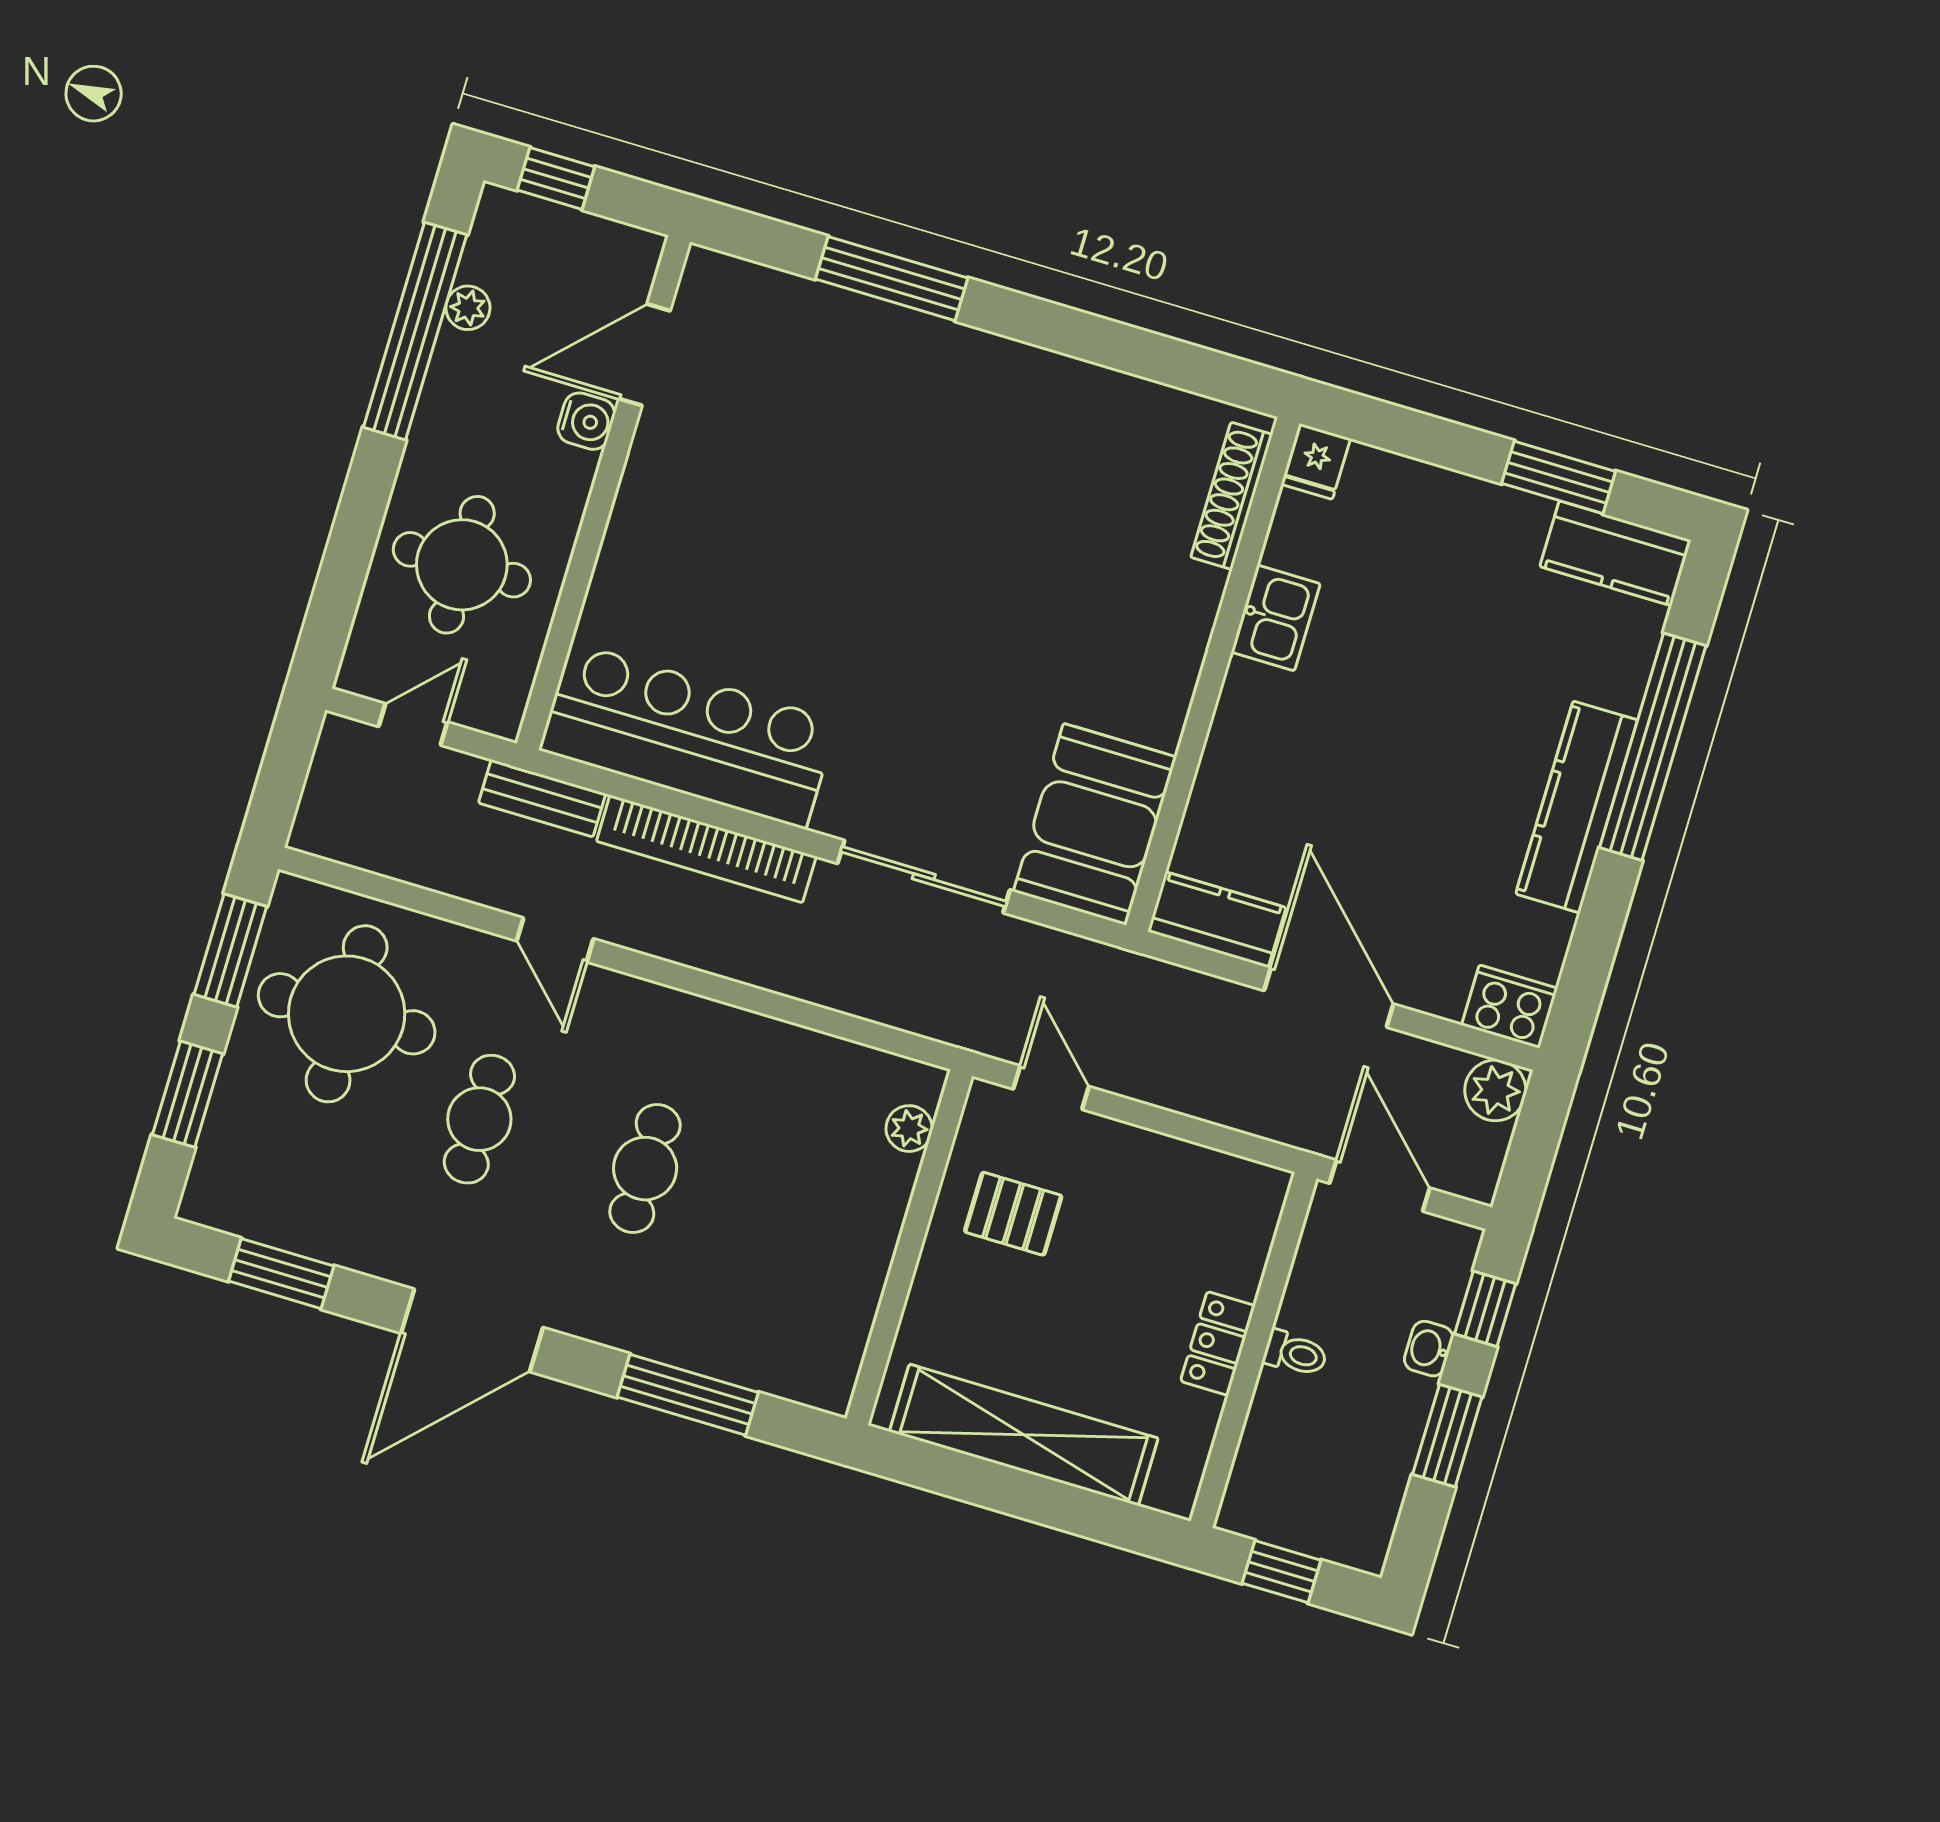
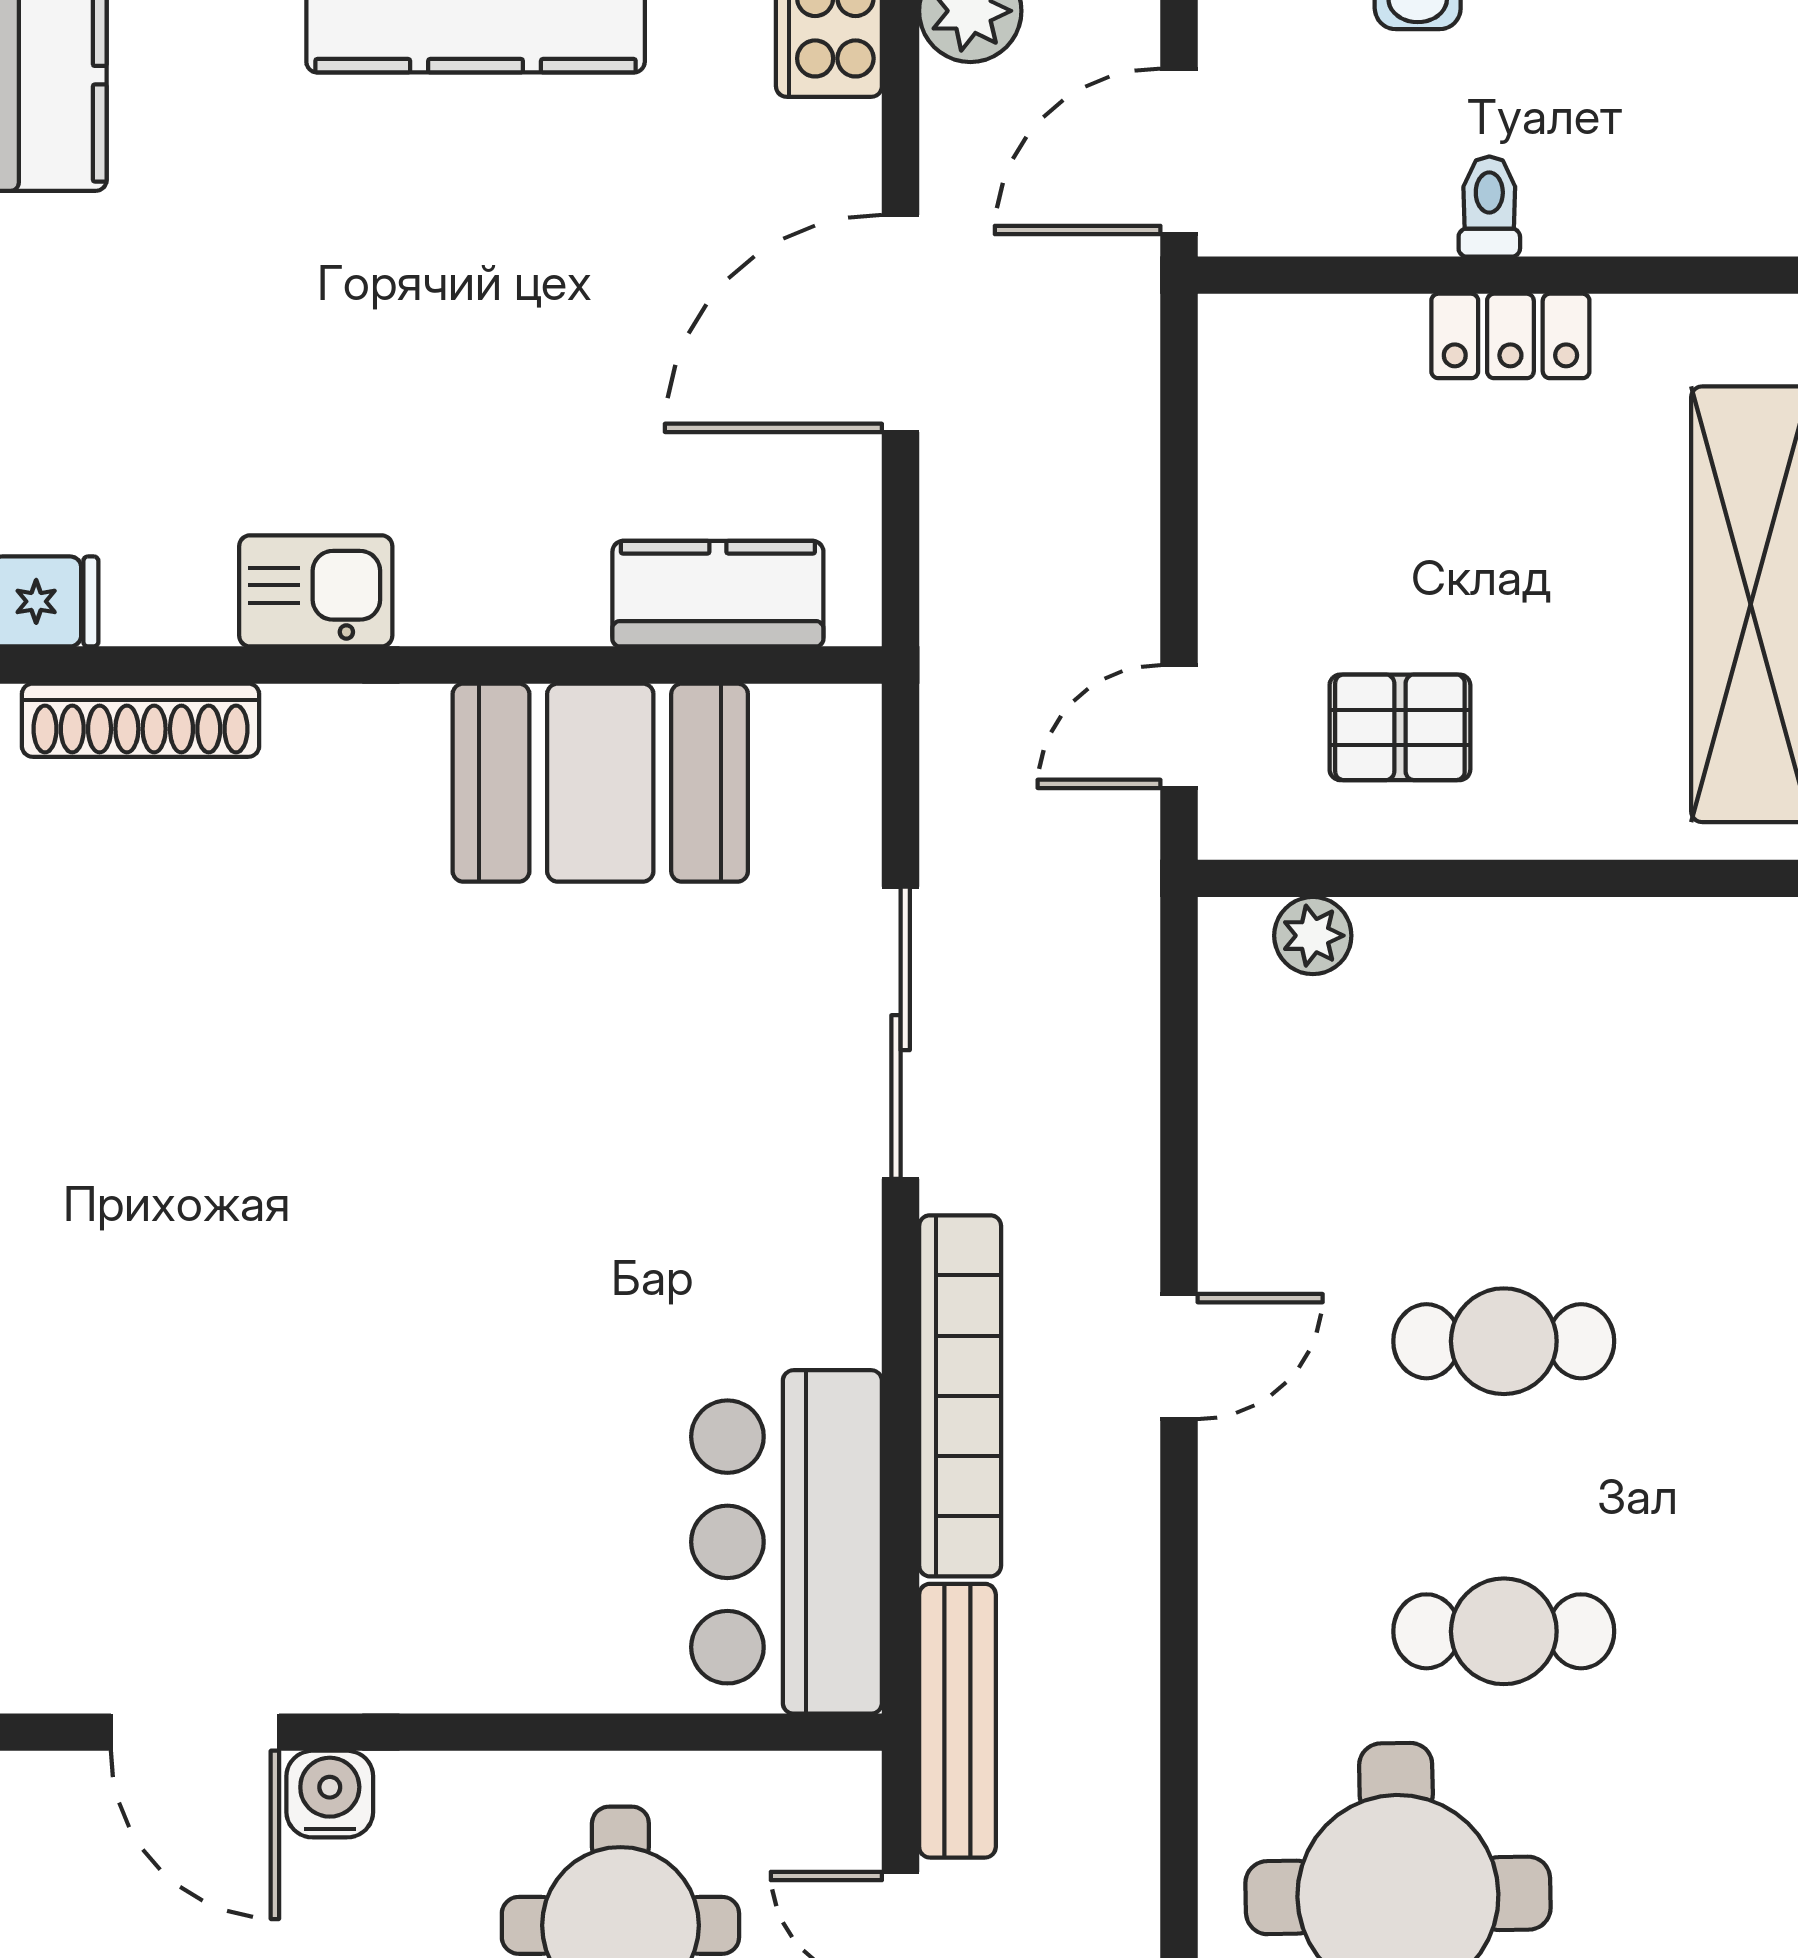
bar counter: (688, 736) -> (787, 1542), width x0.73
bench: (542, 798) -> (957, 1721), width x1.36
booth: (1095, 824) -> (600, 783), moved
kitchen counter: (1217, 920) -> (718, 594), moved, turned 90
door: (555, 940) -> (1179, 1357), moved
pallet: (1013, 1214) -> (1400, 727), turned 90

